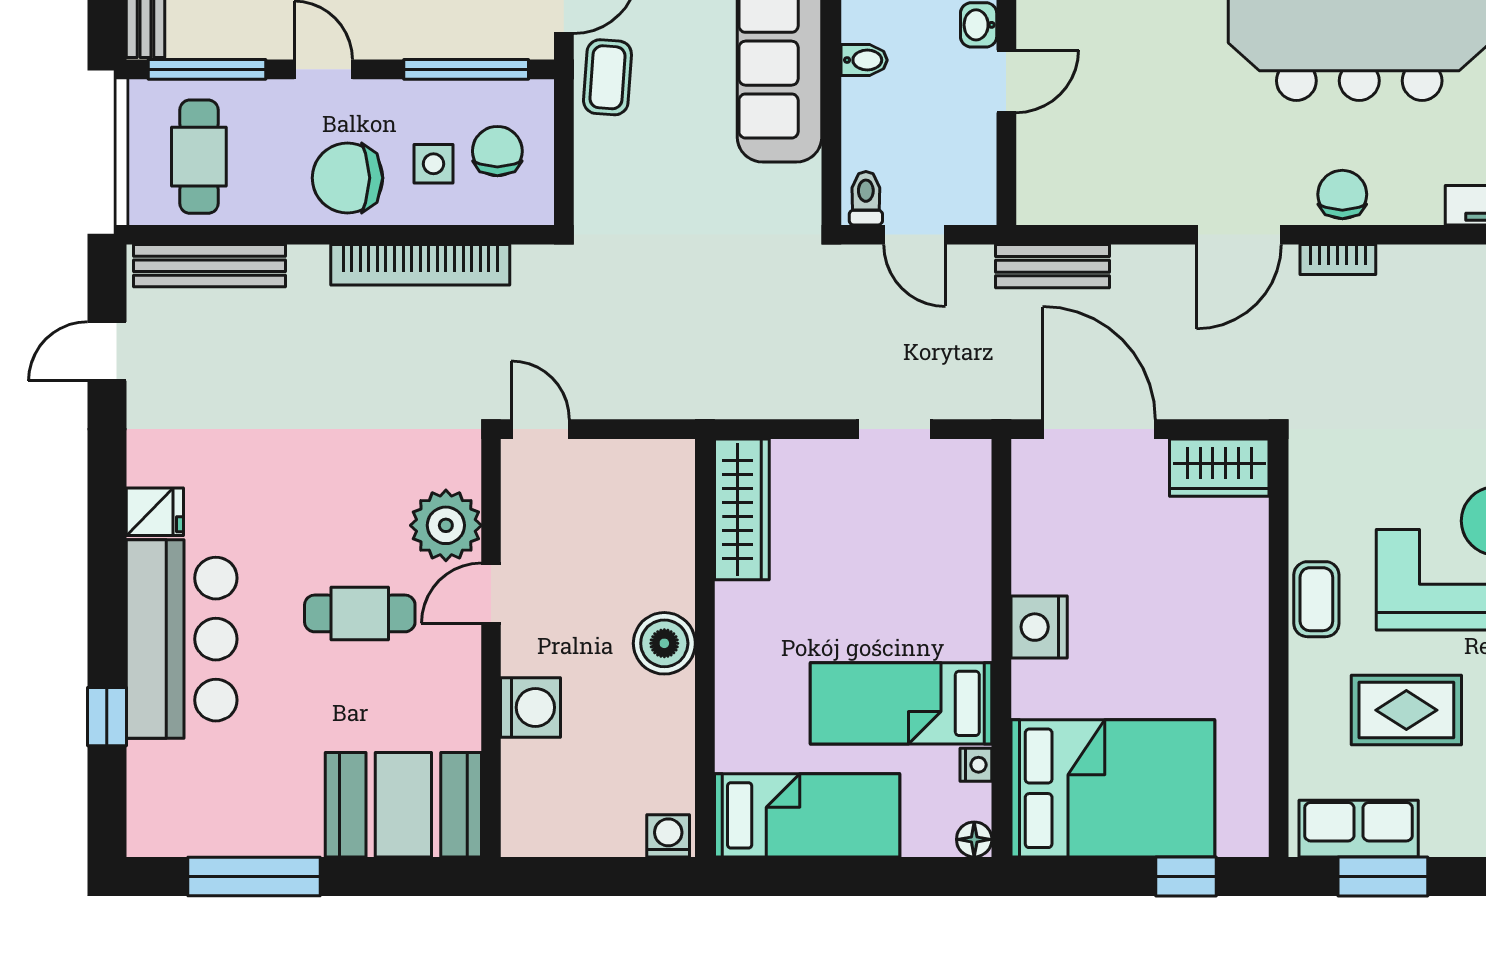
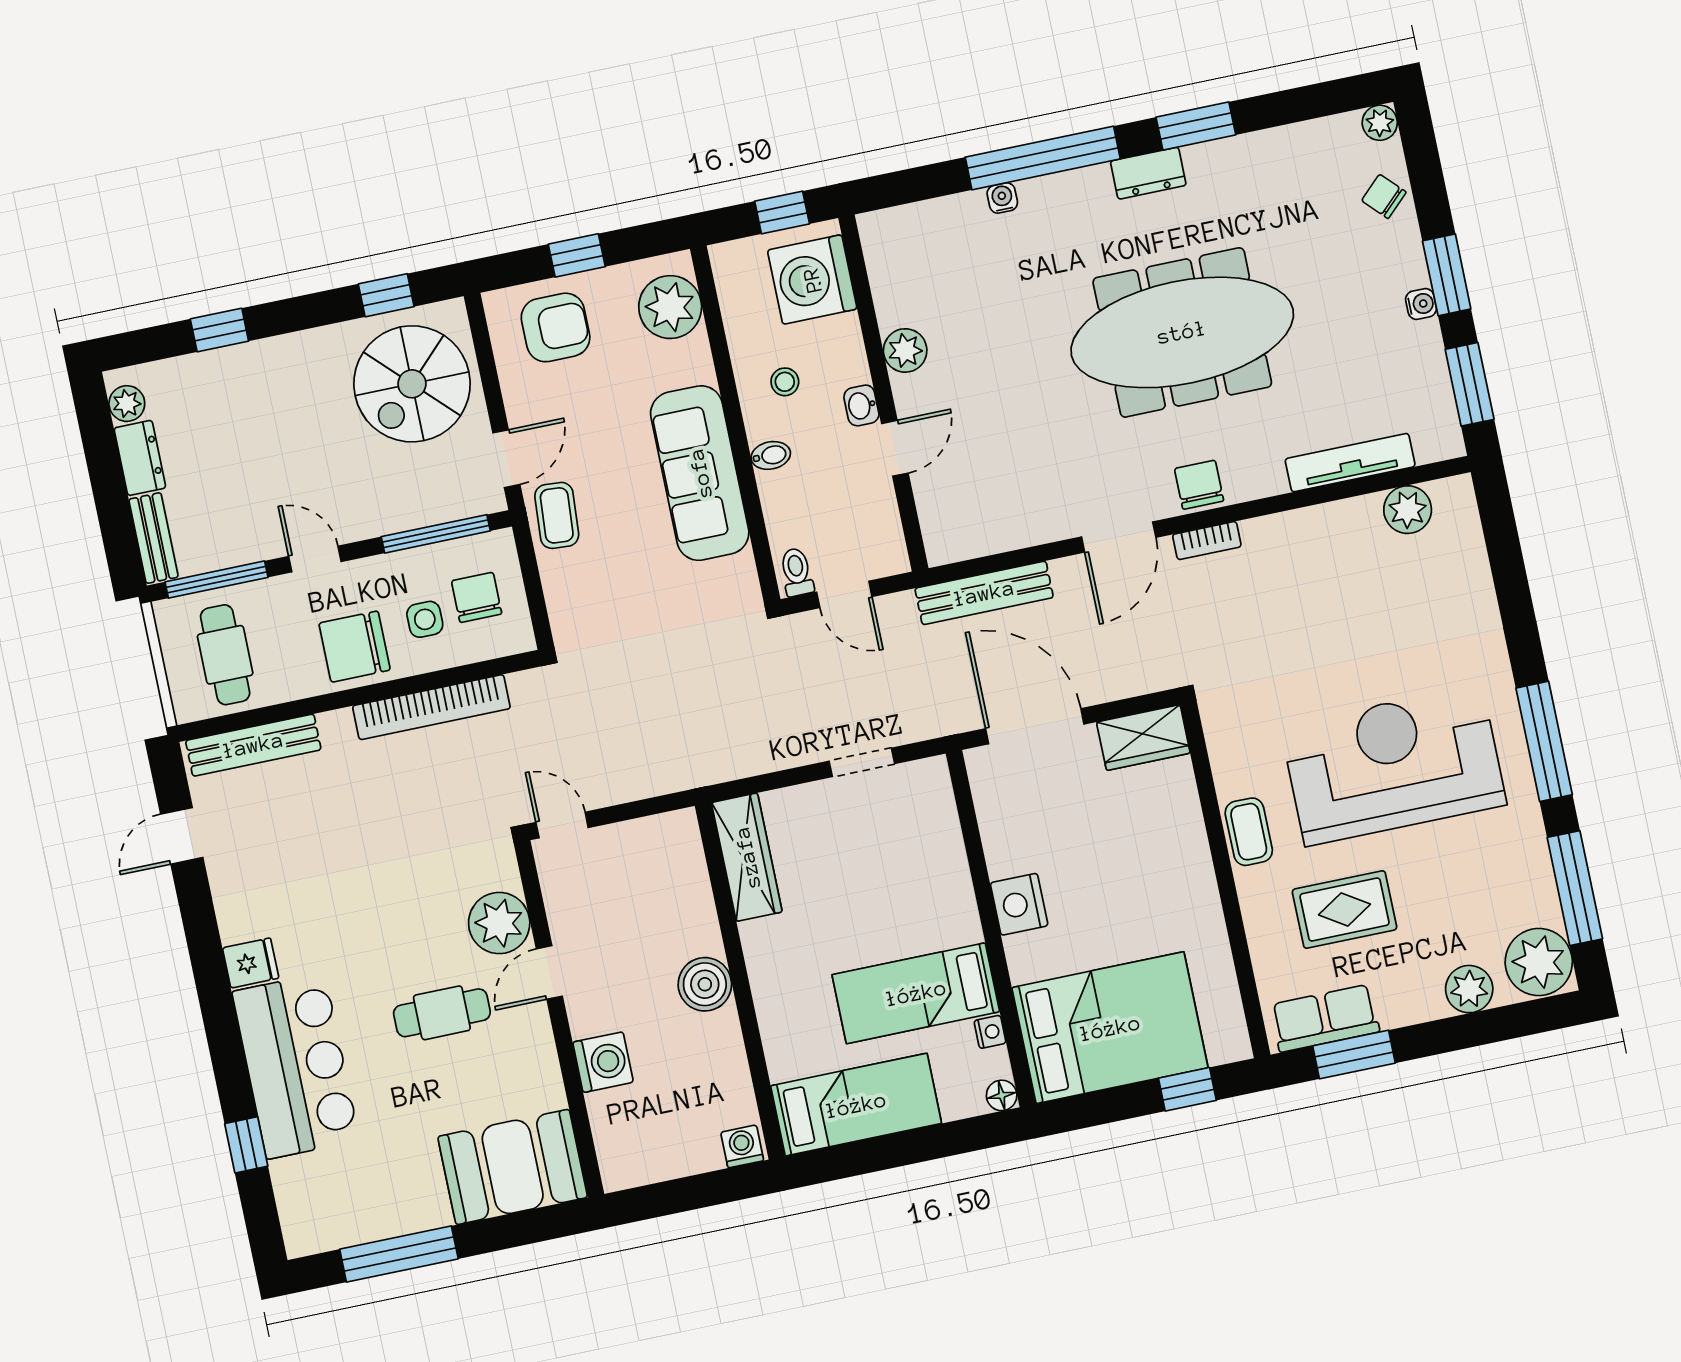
bench: (1052, 266) -> (984, 593), width x1.36

